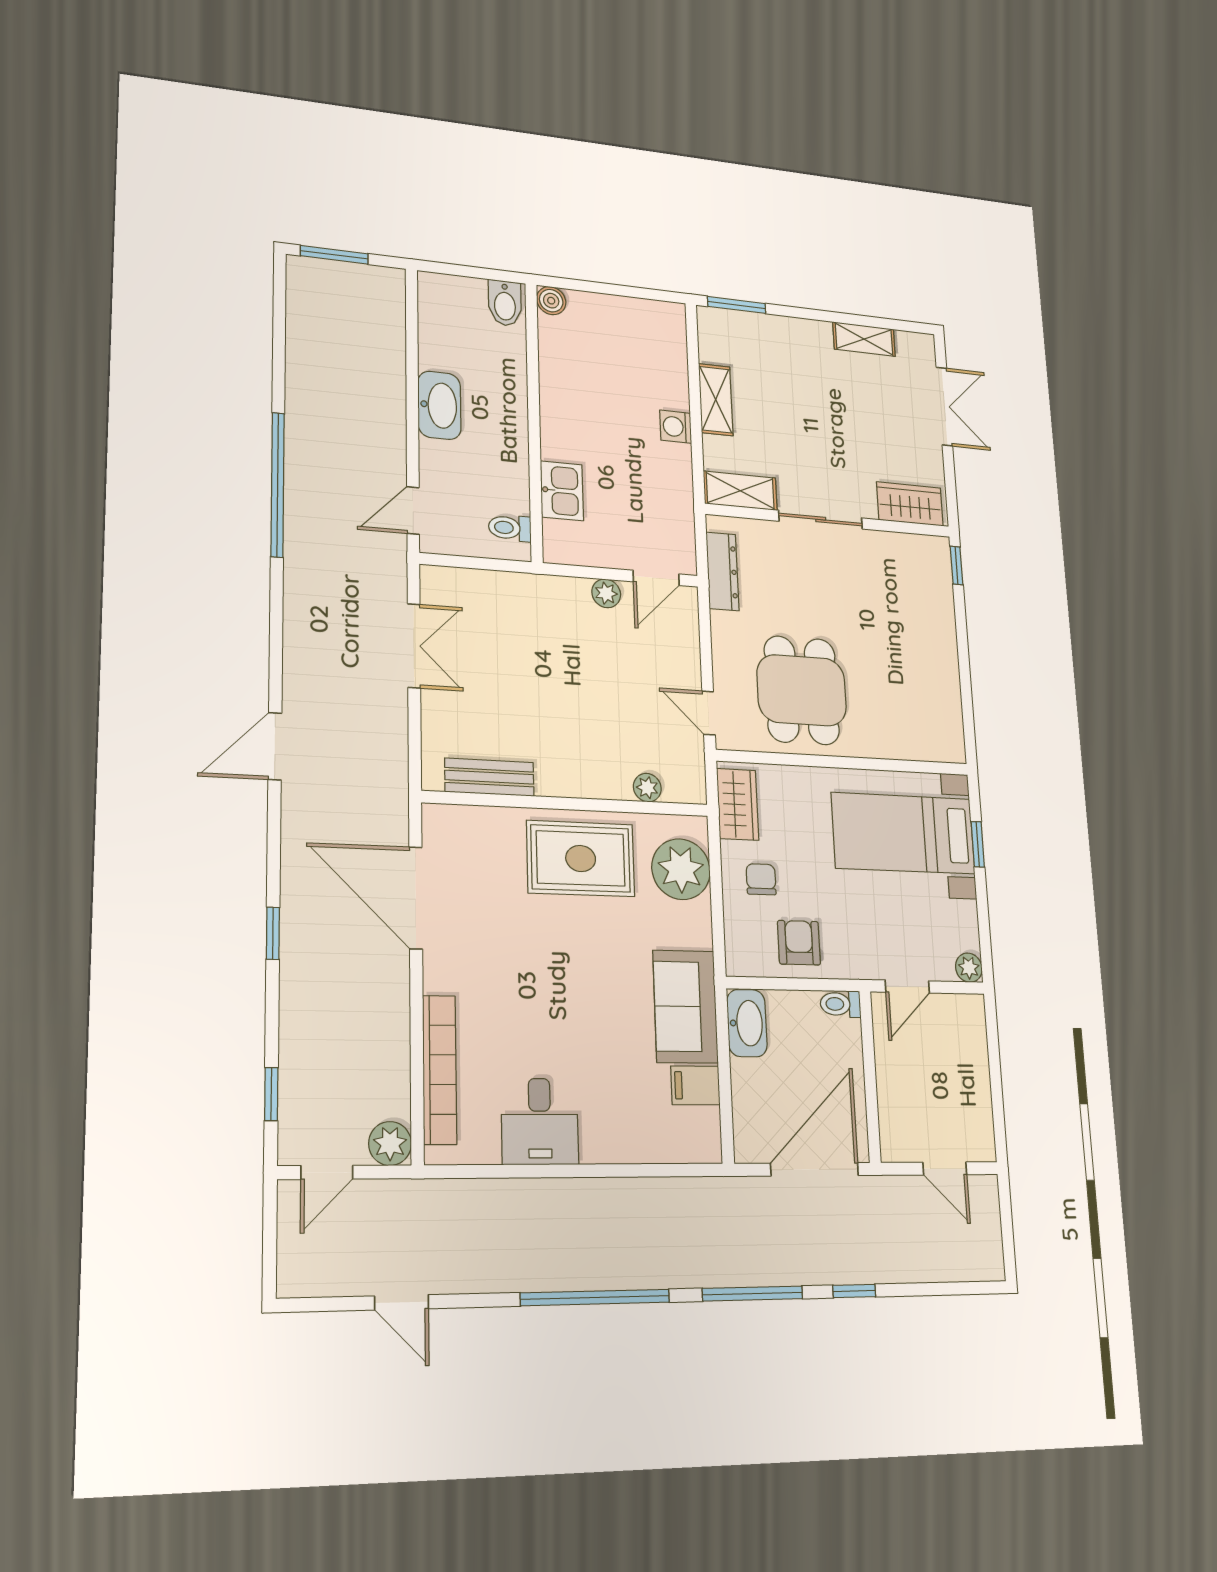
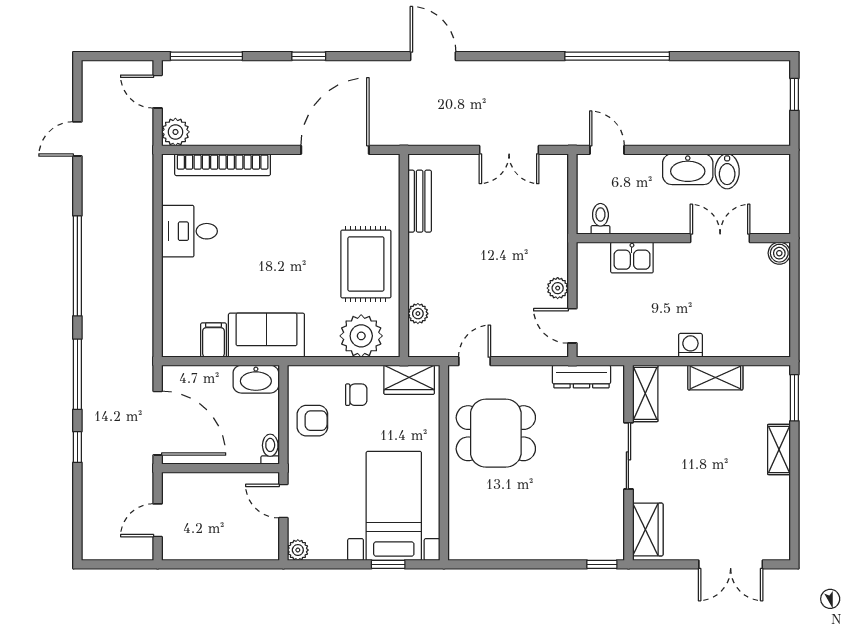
window: (334, 255) -> (794, 94), width x0.67
bidet: (505, 303) -> (727, 171), moved, turned -90
shelving: (864, 339) -> (779, 449), moved
double door: (533, 374) -> (720, 238), added
window: (271, 1094) -> (206, 56), width x2.17

